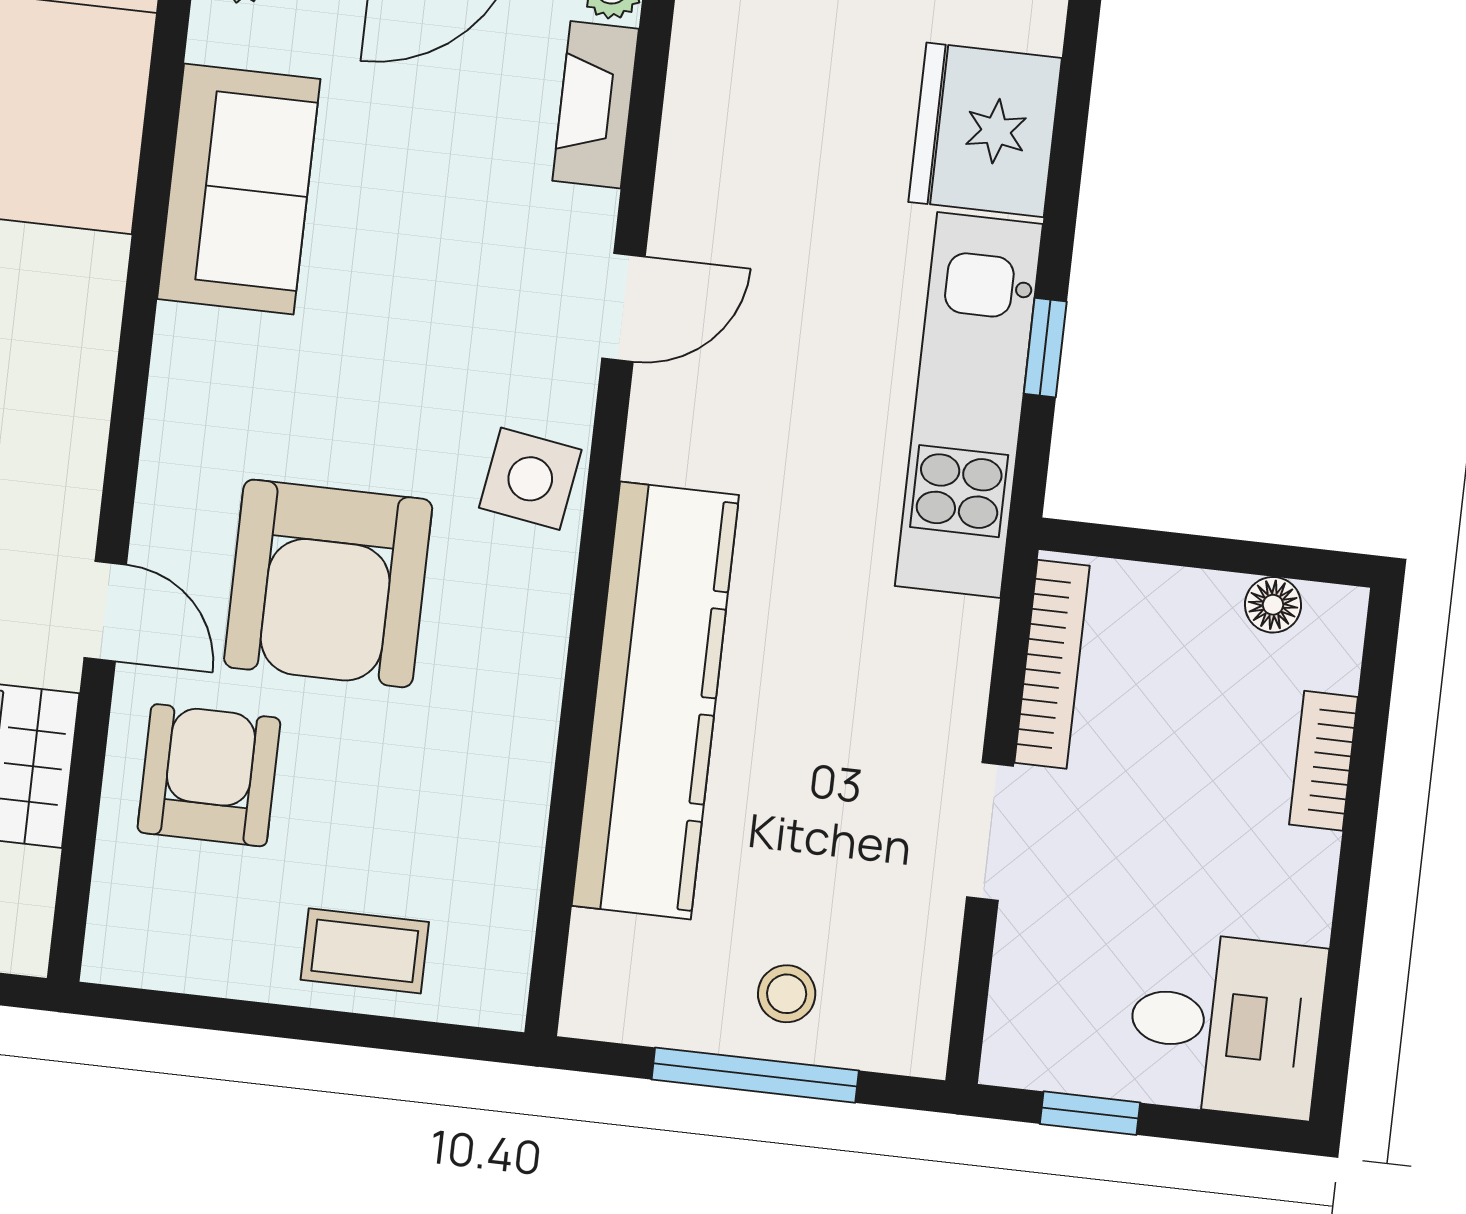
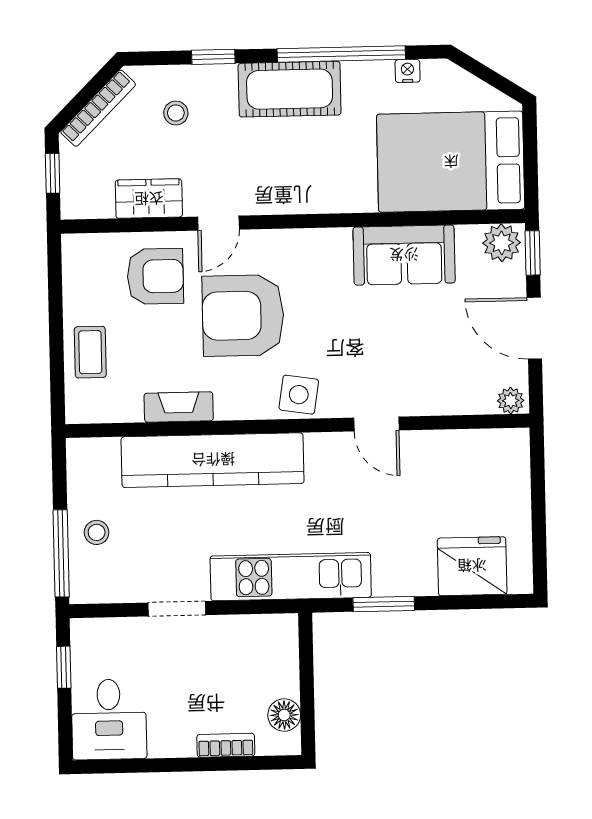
fireplace: (596, 105) -> (179, 407), moved
window: (1045, 348) -> (384, 604), width x1.50
kitchen unit: (969, 405) -> (291, 577), moved
floor lamp: (1273, 605) -> (284, 715), width x1.37, depth x1.37
bookcase: (1052, 664) -> (251, 625), removed
window: (755, 1075) -> (61, 553), moved

